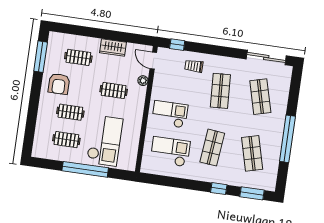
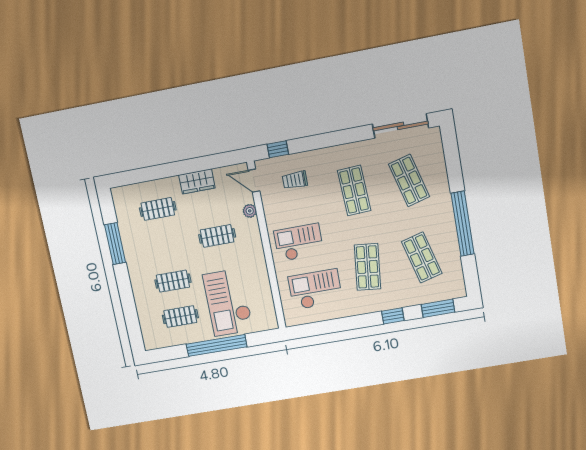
window: (41, 57) -> (115, 244), moved
trolley: (194, 66) -> (295, 180), moved
armchair: (59, 84) -> (146, 251), removed
checkout: (105, 141) -> (228, 302), turned 180

